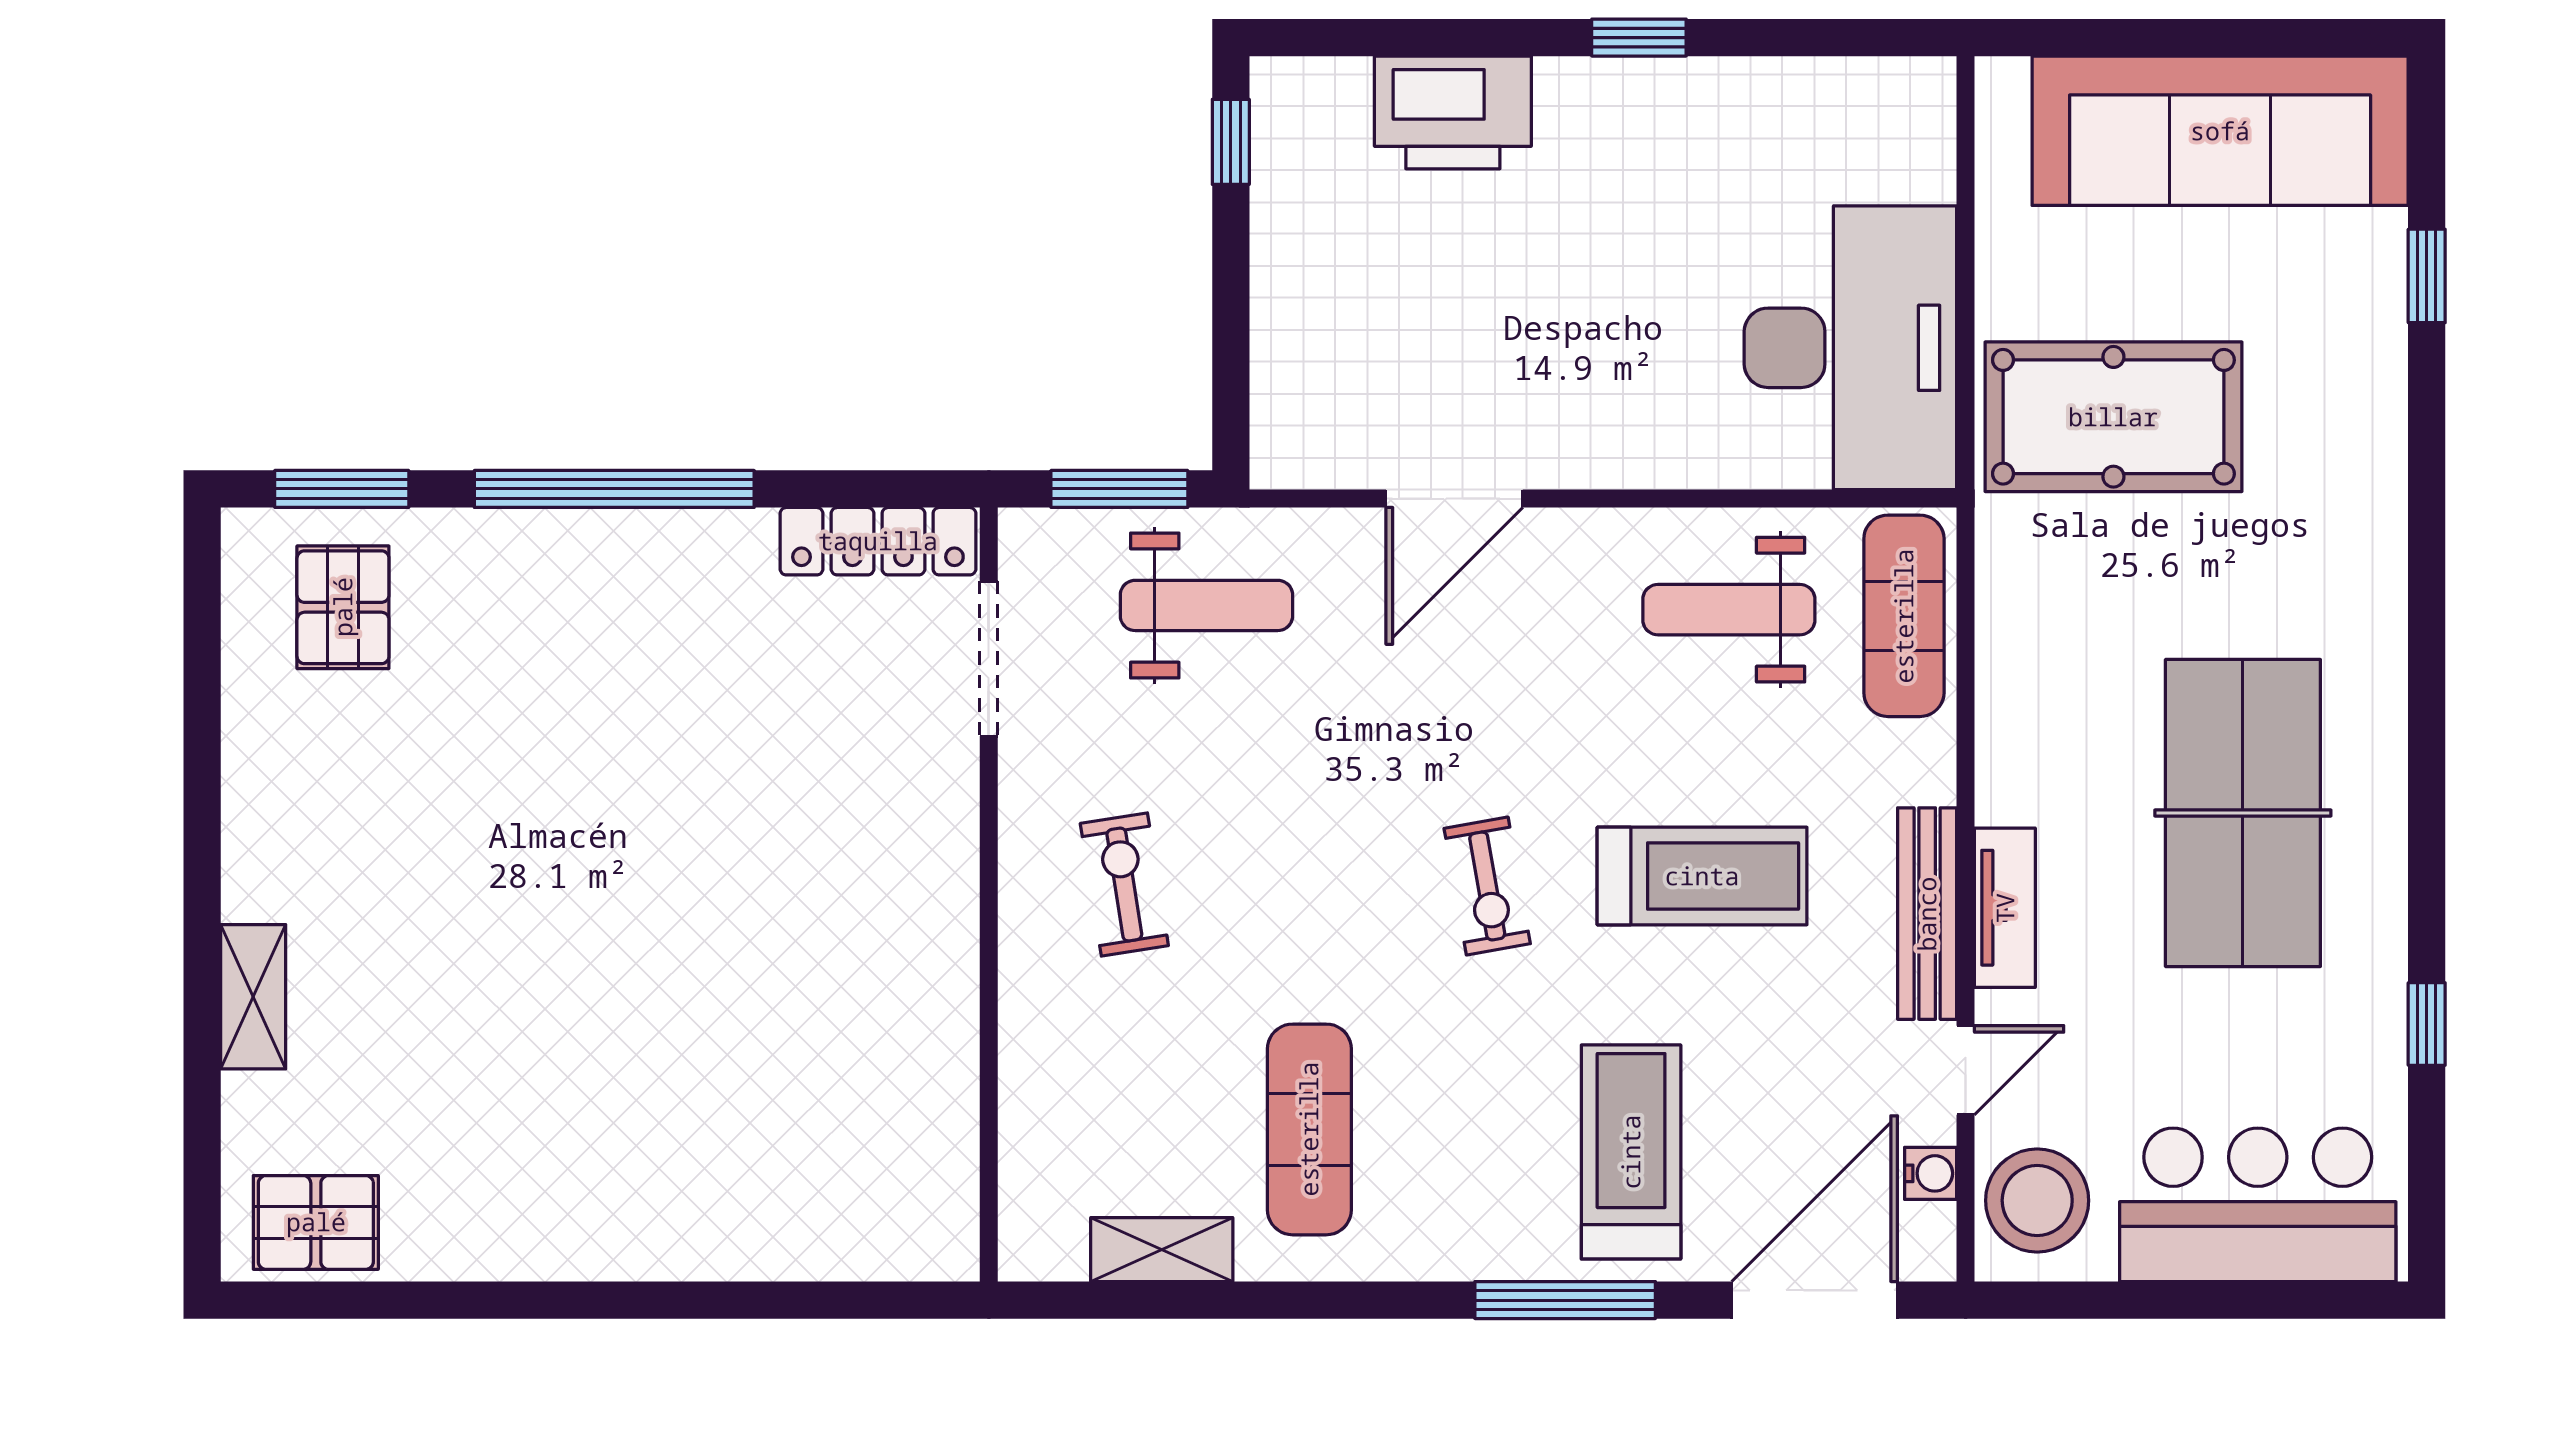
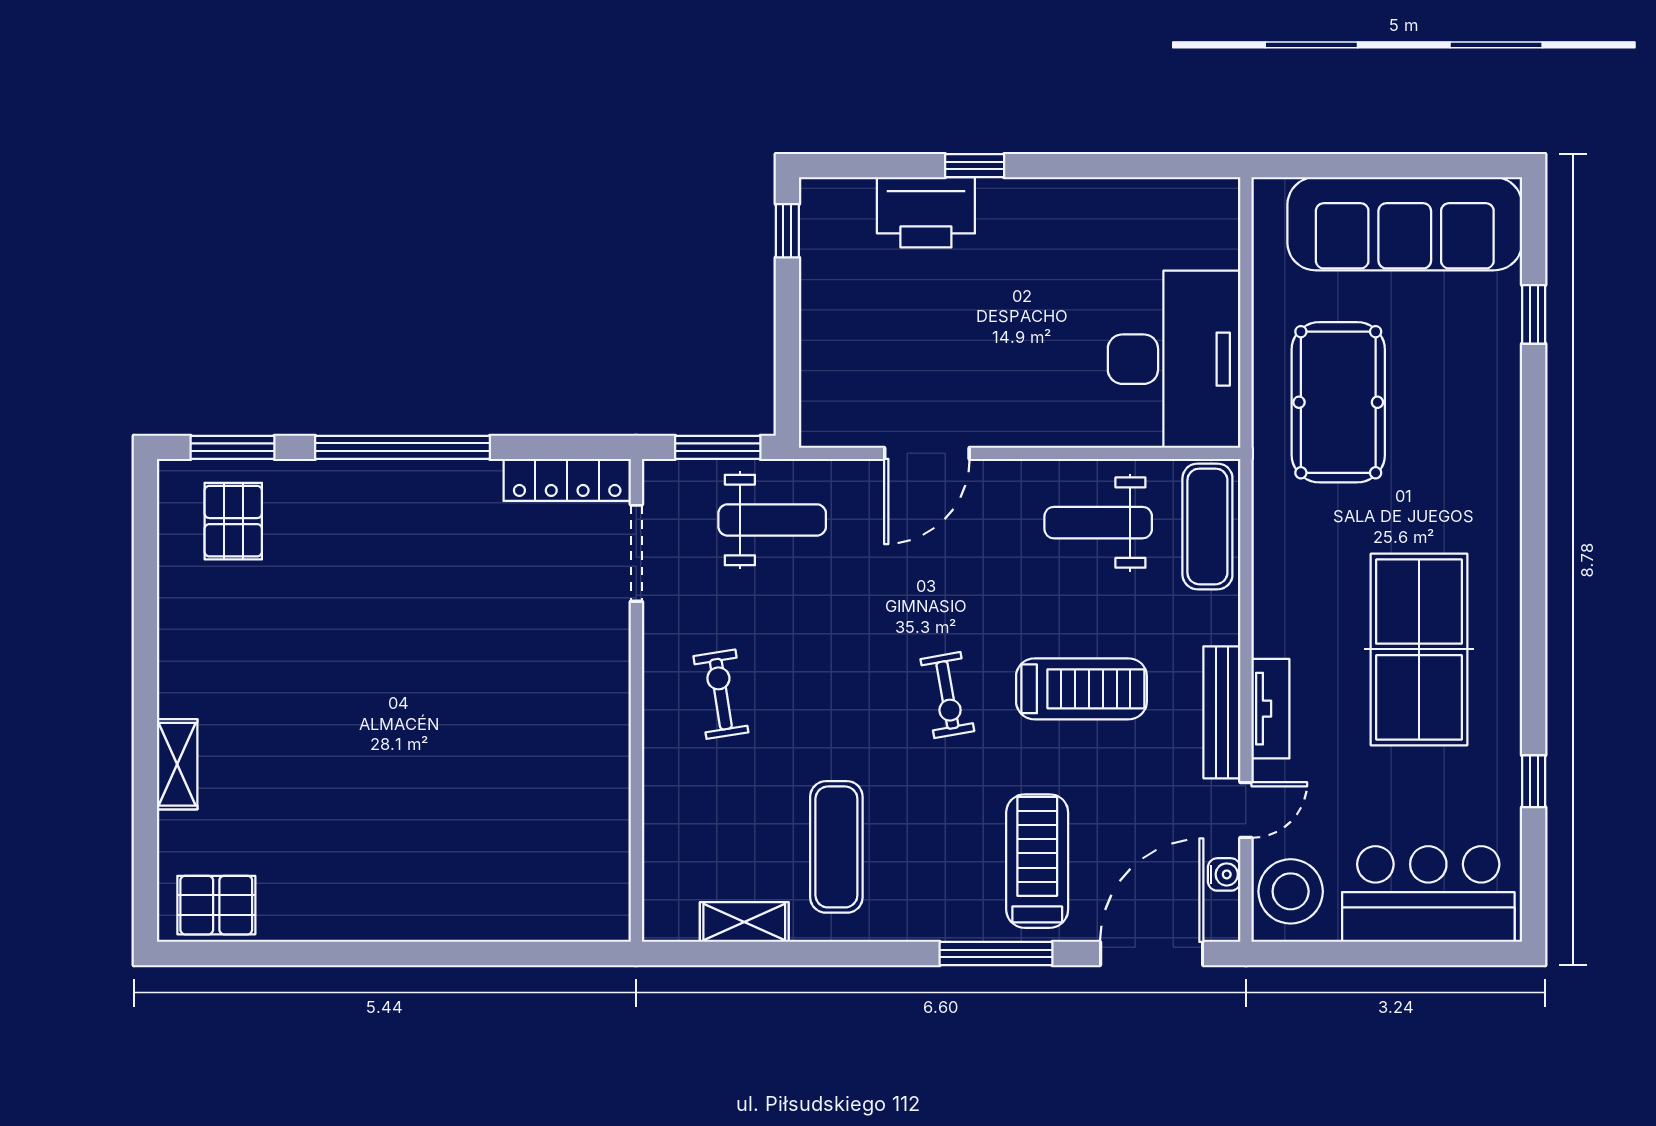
window: (1639, 38) -> (975, 166), moved
pool table: (2113, 417) -> (1338, 402), turned 90

